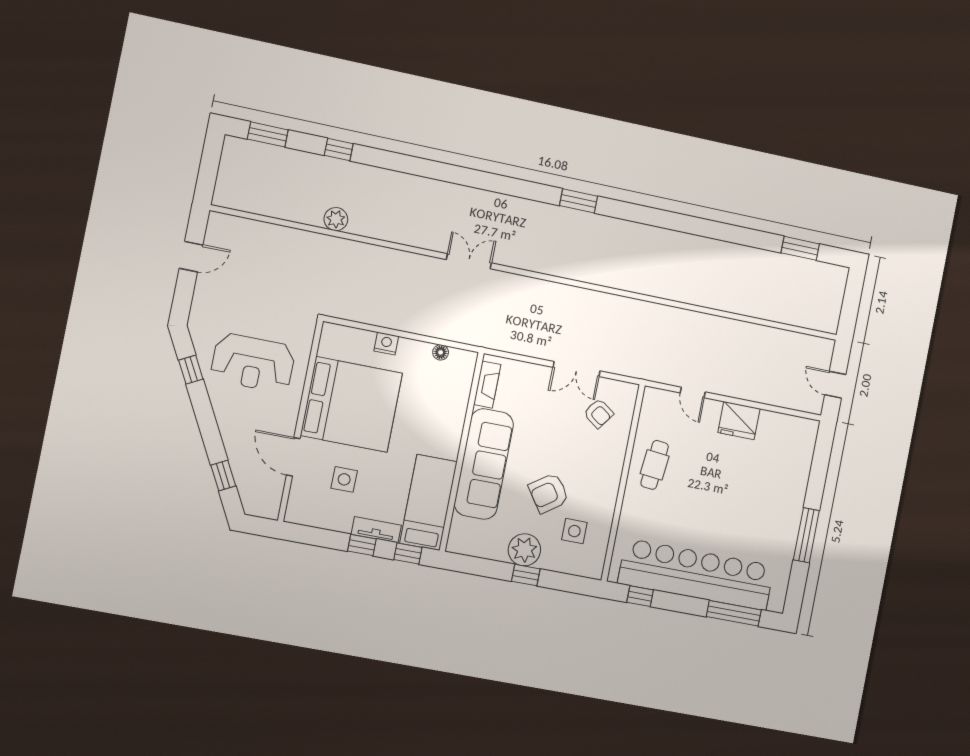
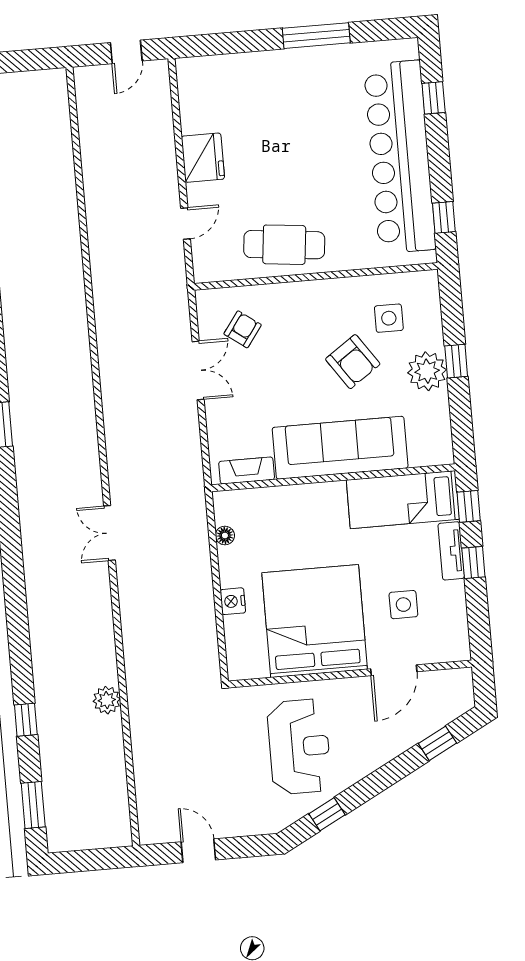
cafe table: (655, 465) -> (284, 245), width x1.37, depth x1.35
window: (734, 613) -> (434, 98), width x0.46

